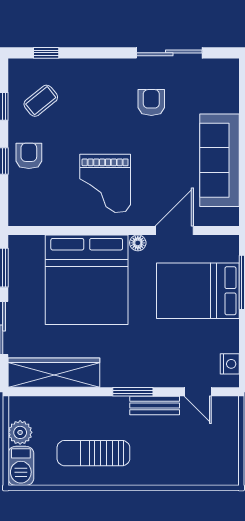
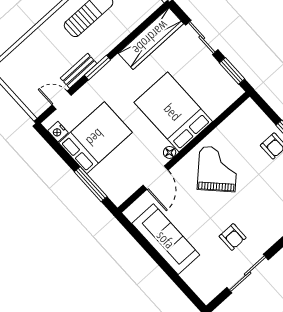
grand piano: (105, 183) -> (217, 169), turned 46
bed: (87, 280) -> (173, 112), width x0.73
bed: (198, 291) -> (95, 138), moved

